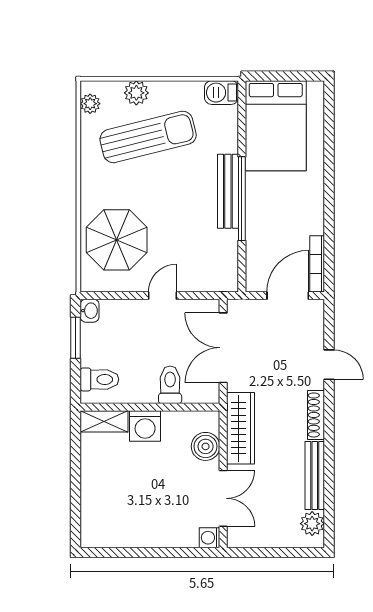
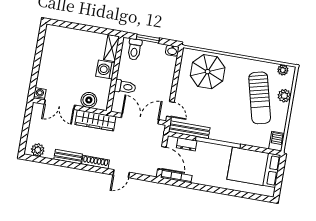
bench: (228, 191) -> (189, 130), moved
dresser: (255, 255) -> (187, 144), added
door: (162, 296) -> (170, 109), moved
window: (76, 338) -> (148, 39), moved
bench: (315, 476) -> (68, 157), width x0.73

